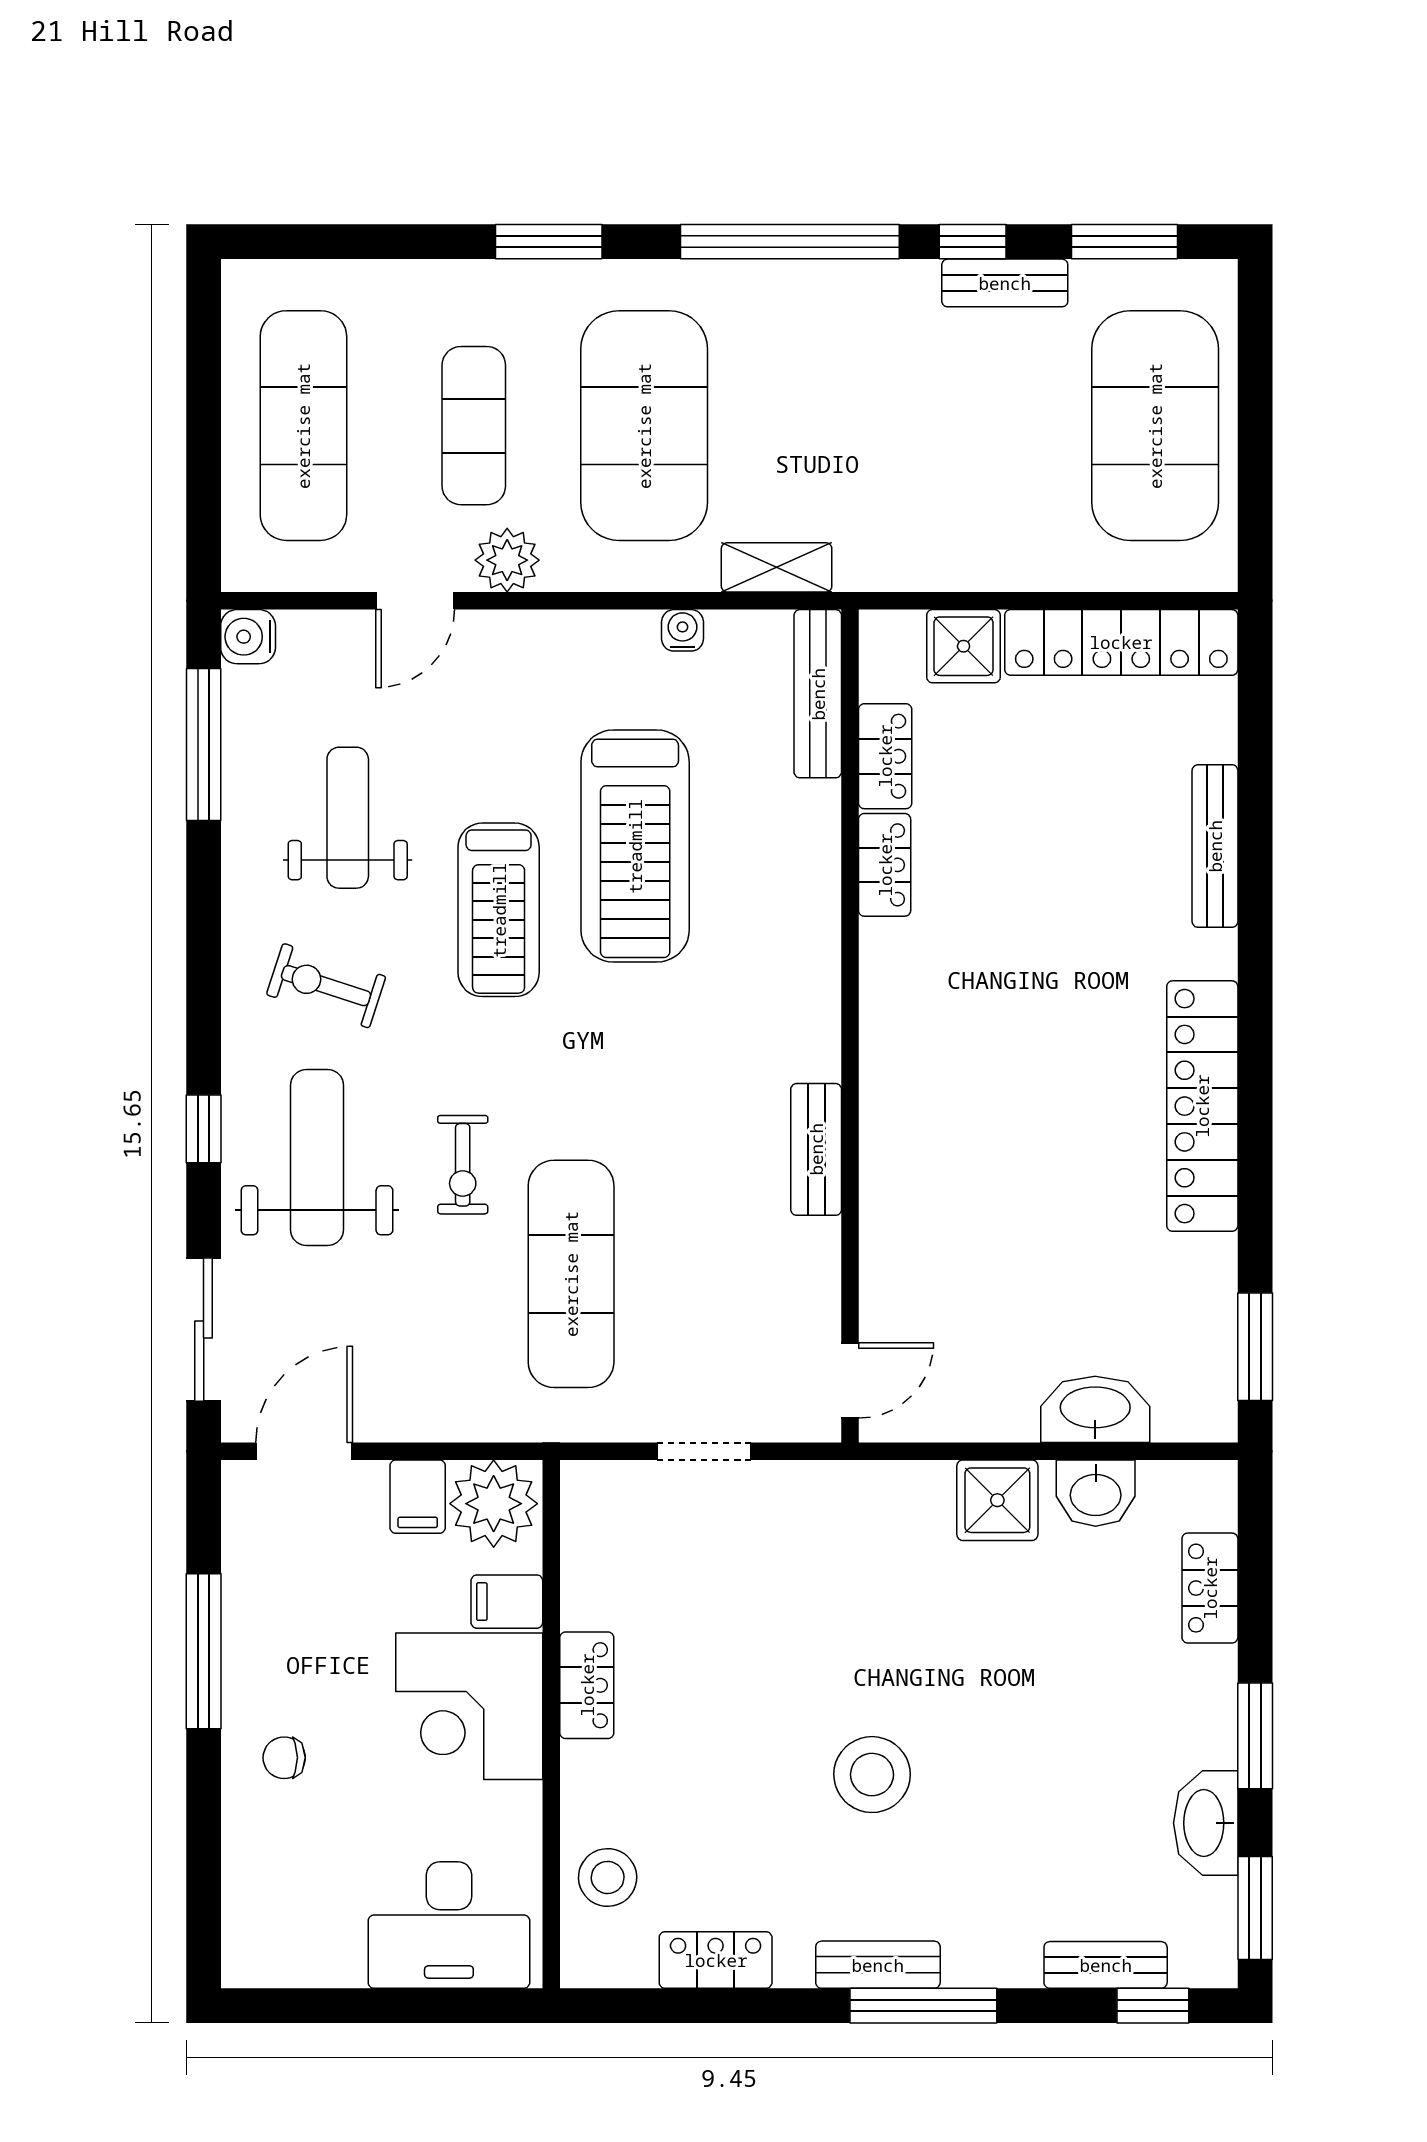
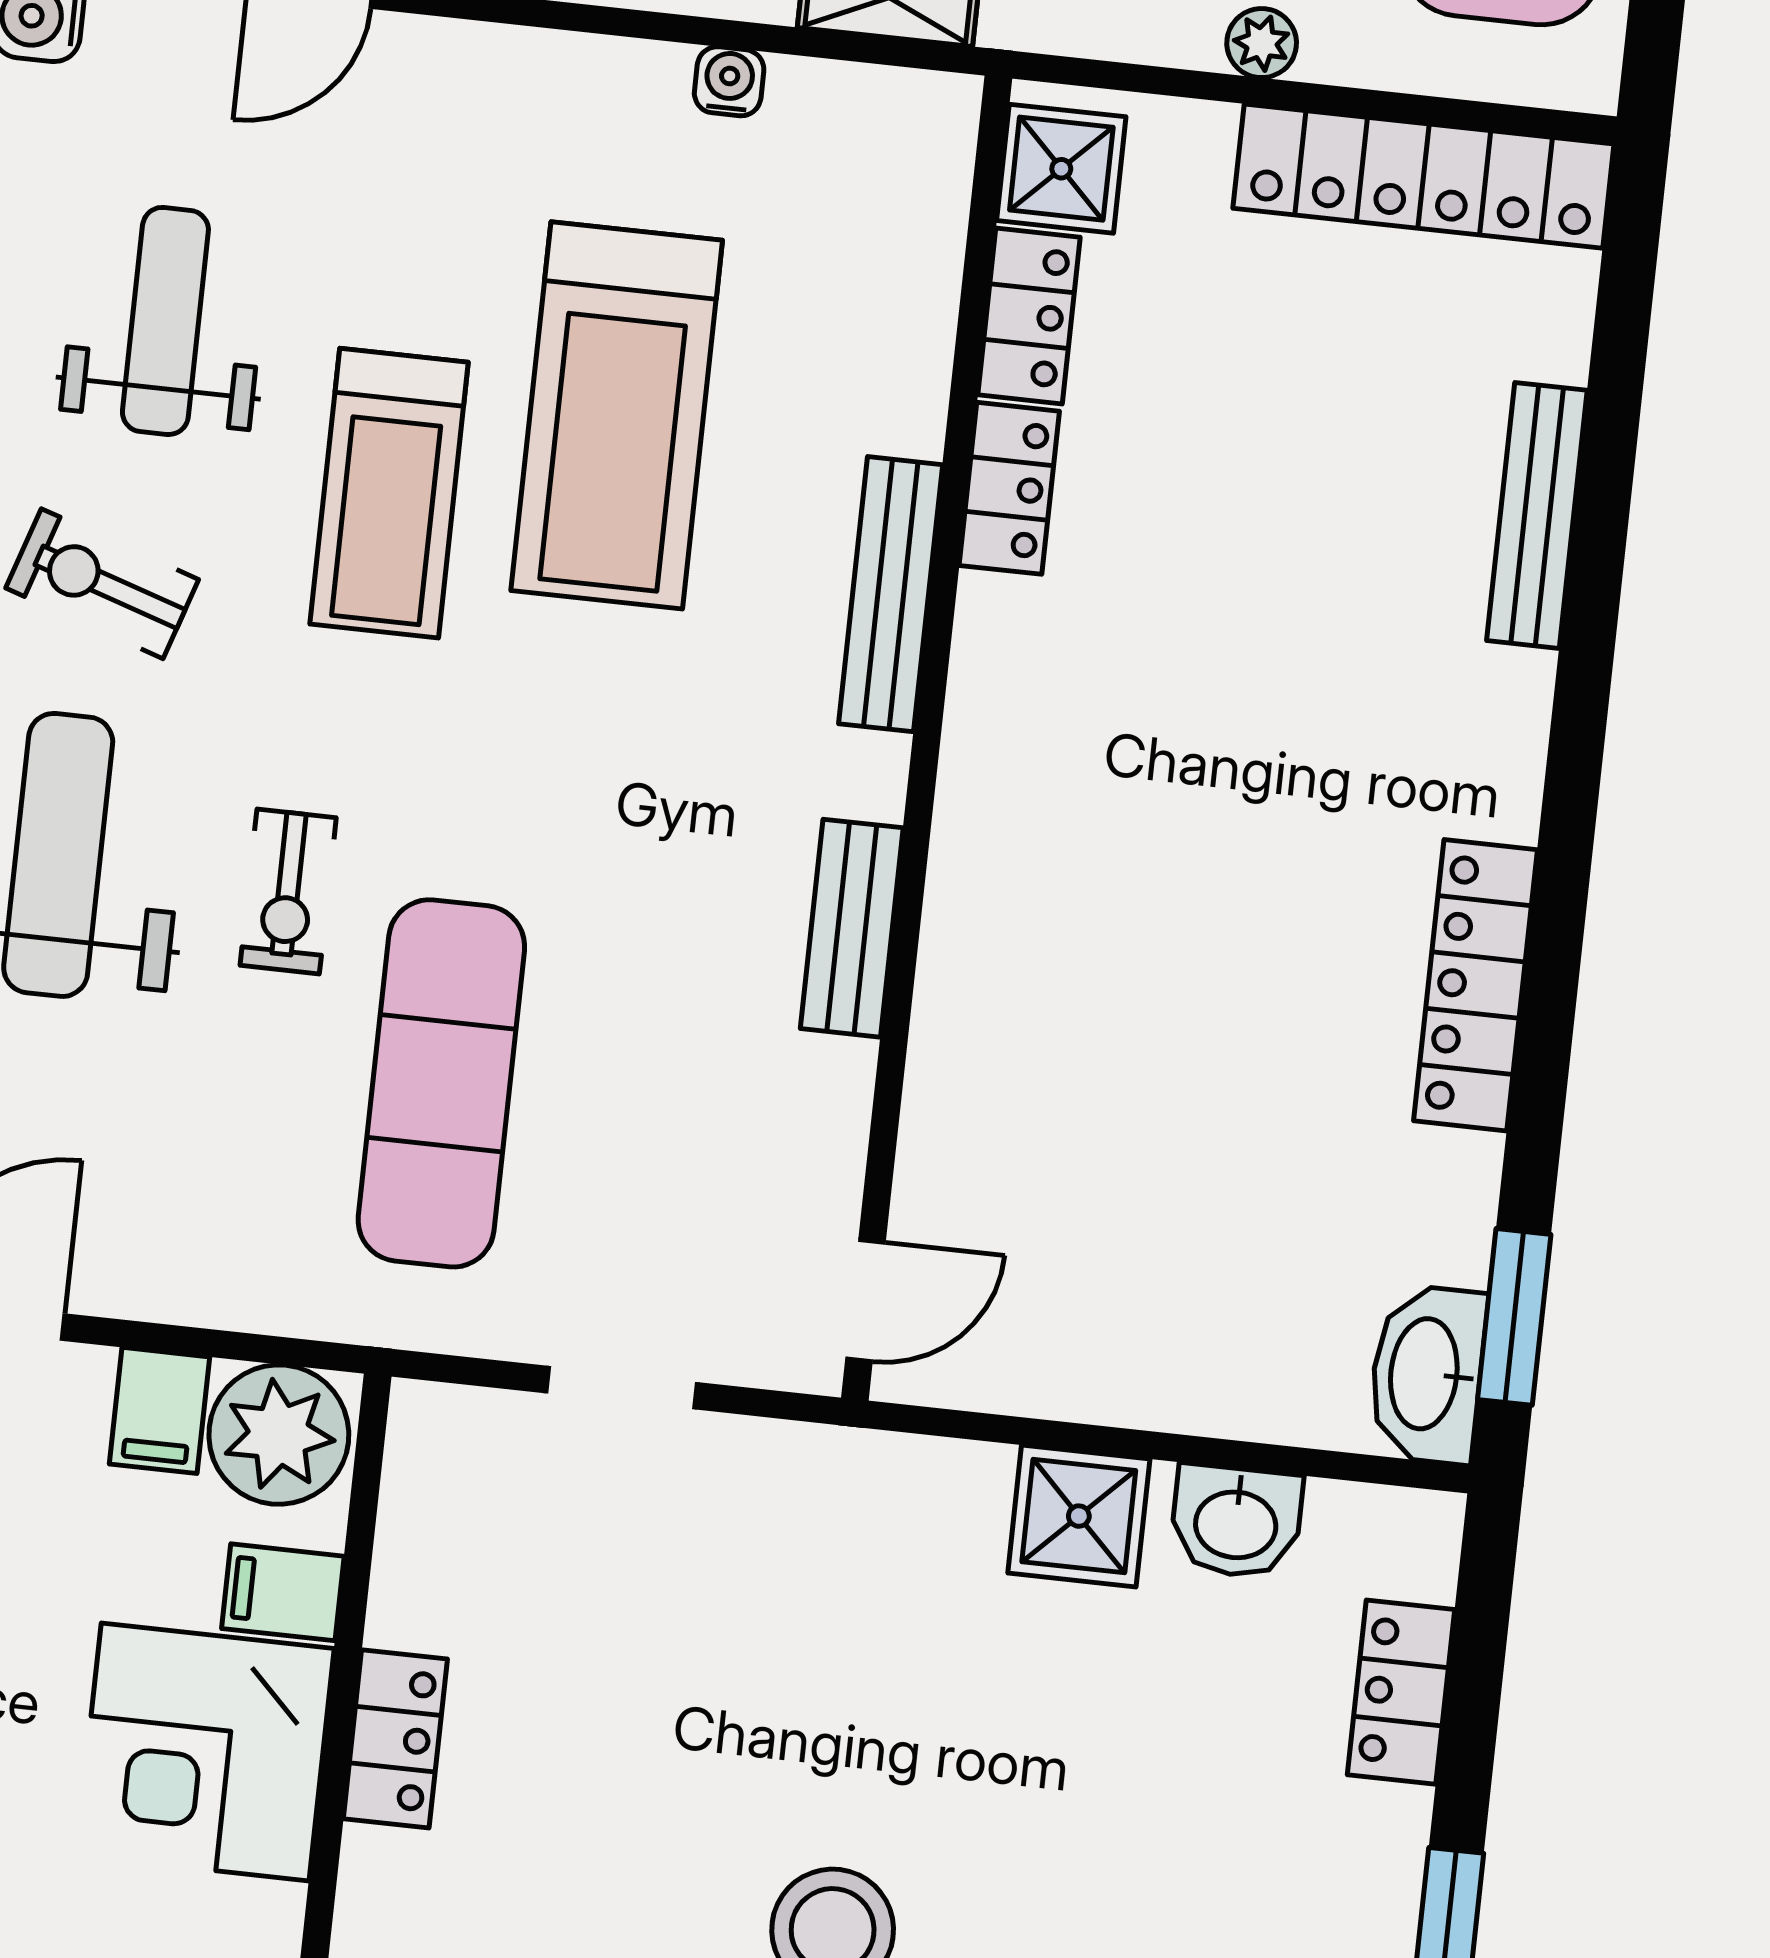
plant: (1012, 570) -> (1262, 43), added
shower: (964, 646) -> (1061, 169), moved
bench: (818, 694) -> (891, 594), moved
locker: (1202, 1106) -> (1475, 985), width x0.71, depth x0.83
washbasin: (1095, 1409) -> (1427, 1374), moved, turned -90

